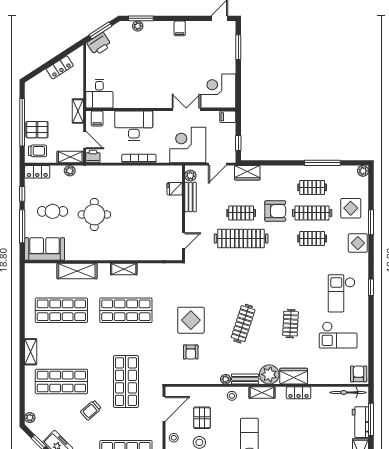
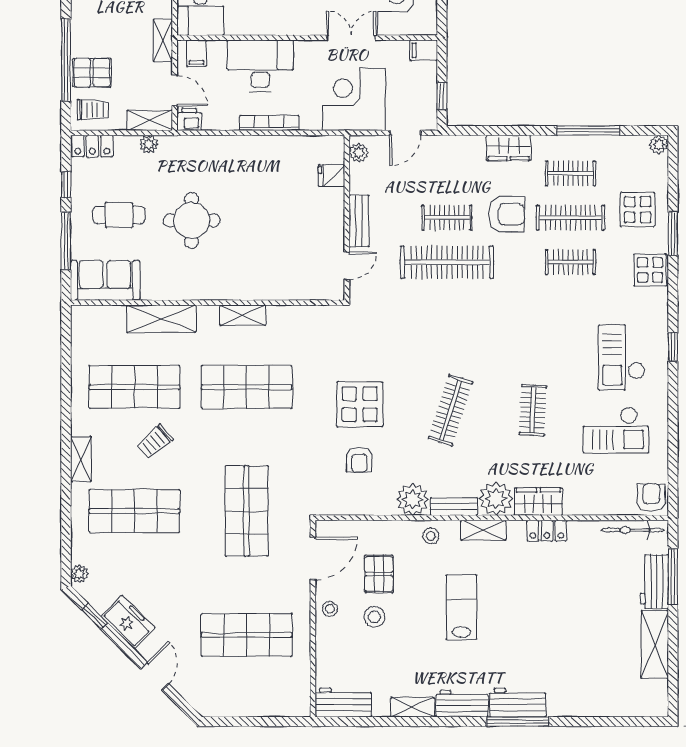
wardrobe: (247, 173) -> (509, 148), moved
bench: (191, 197) -> (359, 221), moved
plant: (226, 379) -> (413, 499), width x1.88, depth x1.88
trolley: (91, 410) -> (155, 442), moved

